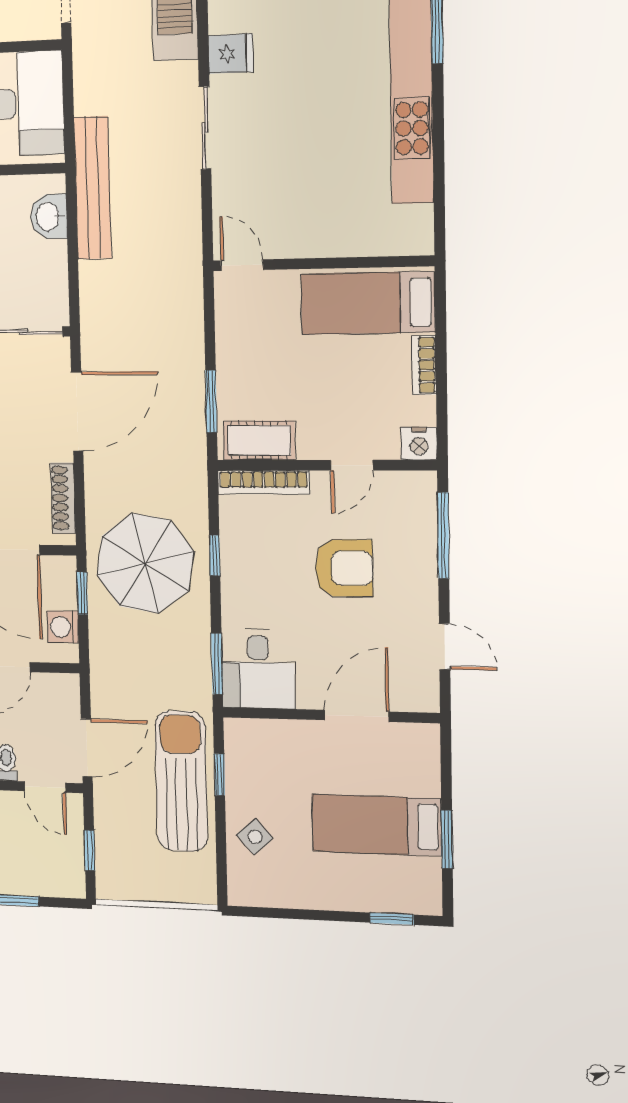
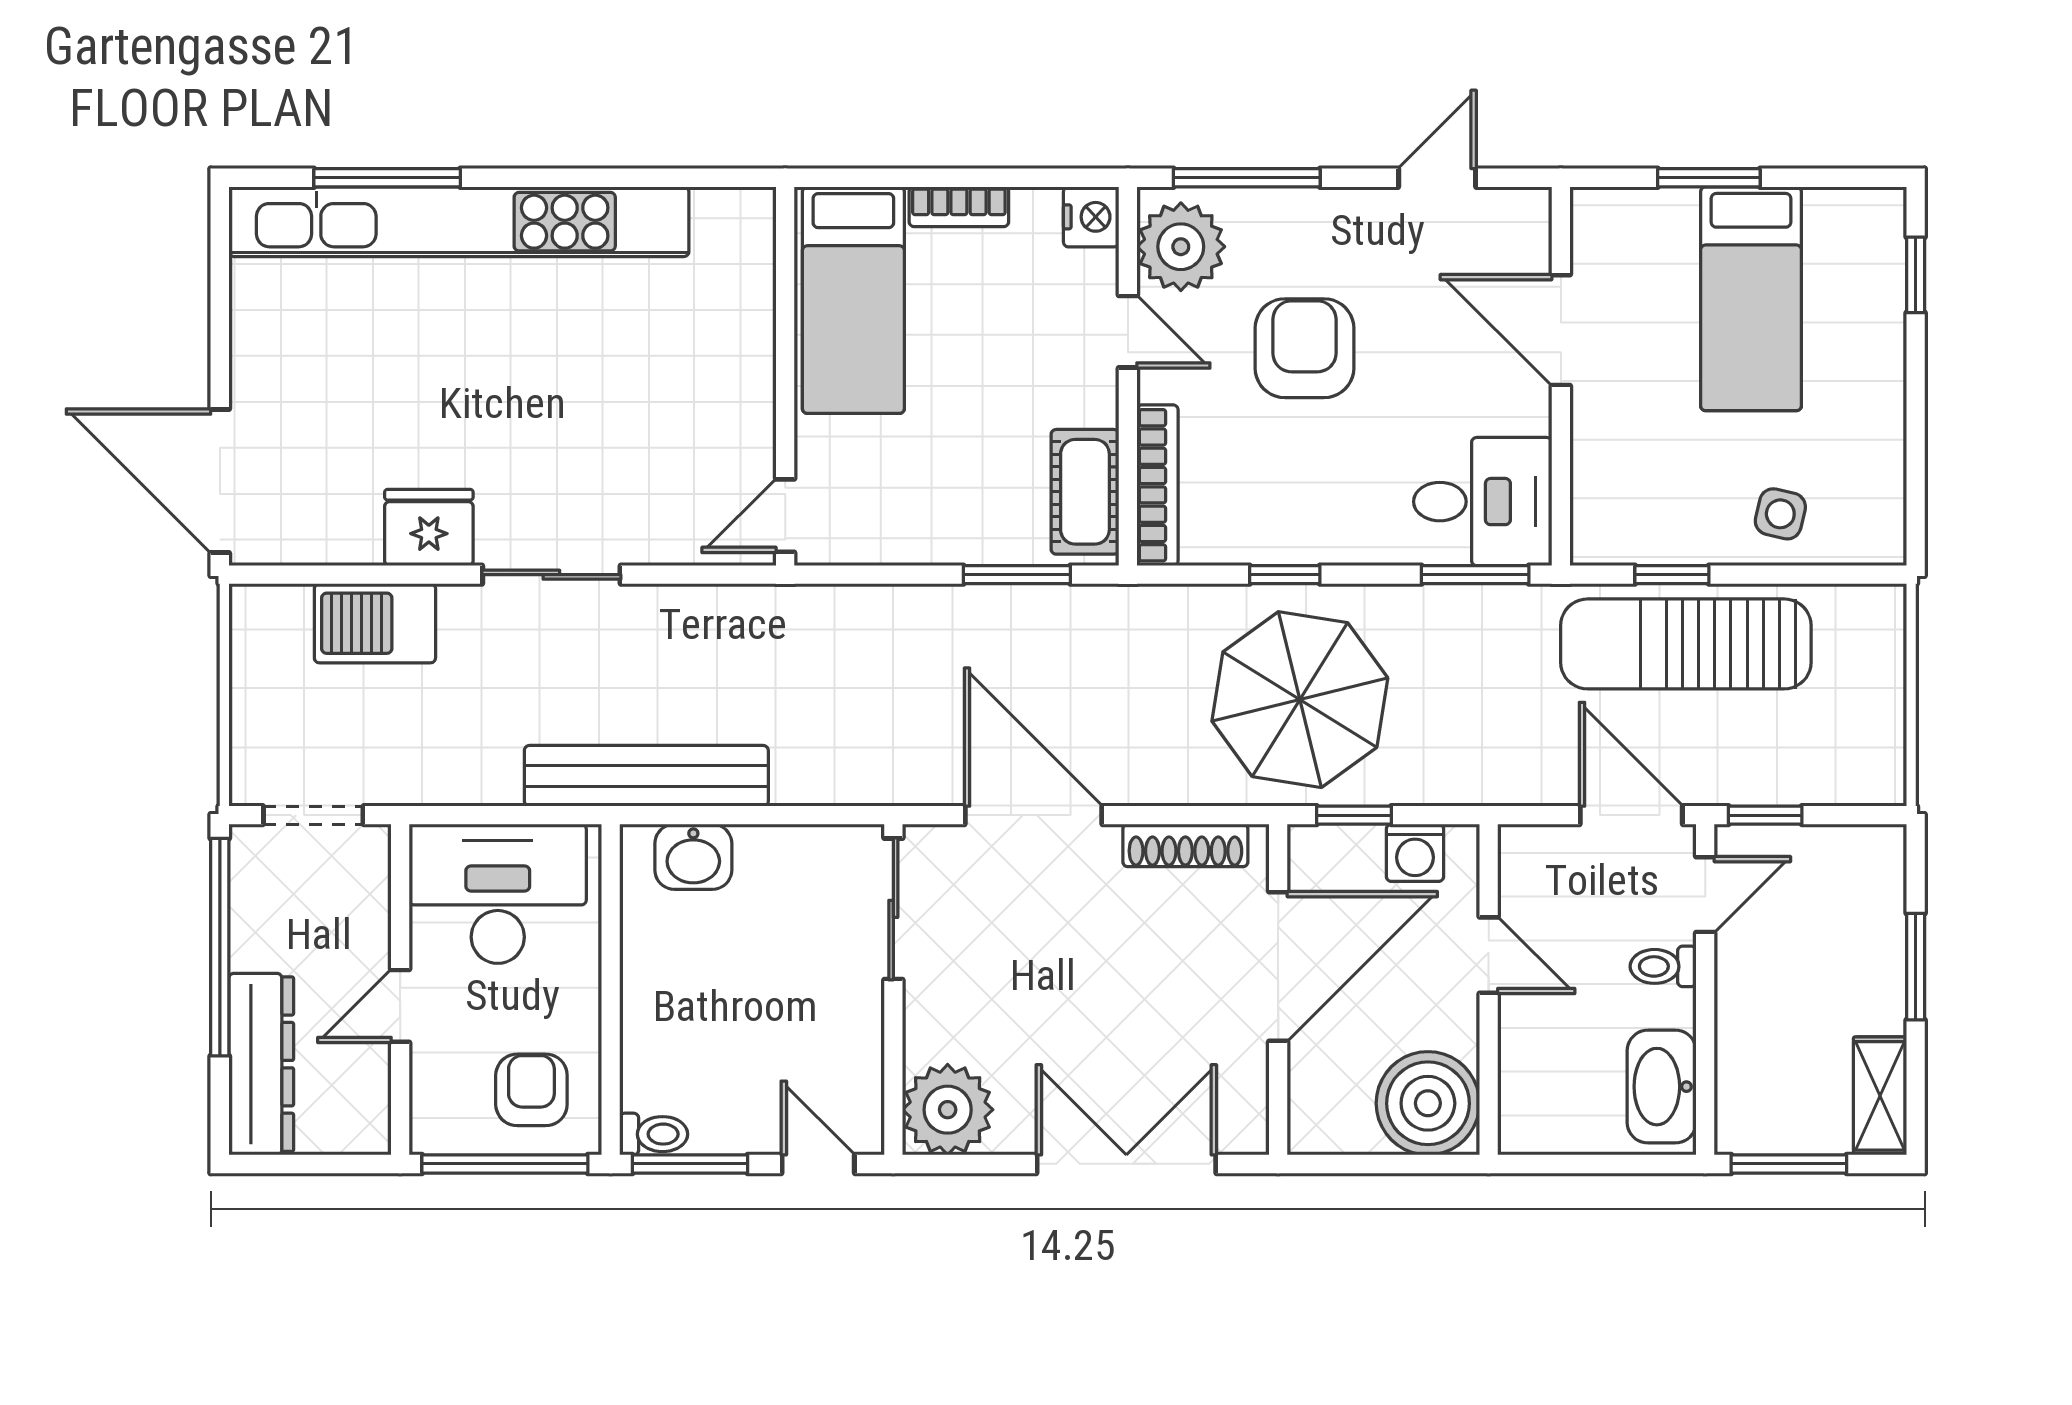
fridge: (231, 54) -> (429, 527), width x1.38
plant: (402, 496) -> (1181, 247), added
side table: (255, 837) -> (1780, 514), turned -36
window: (447, 839) -> (1709, 178), moved
window: (90, 850) -> (1765, 815), moved

